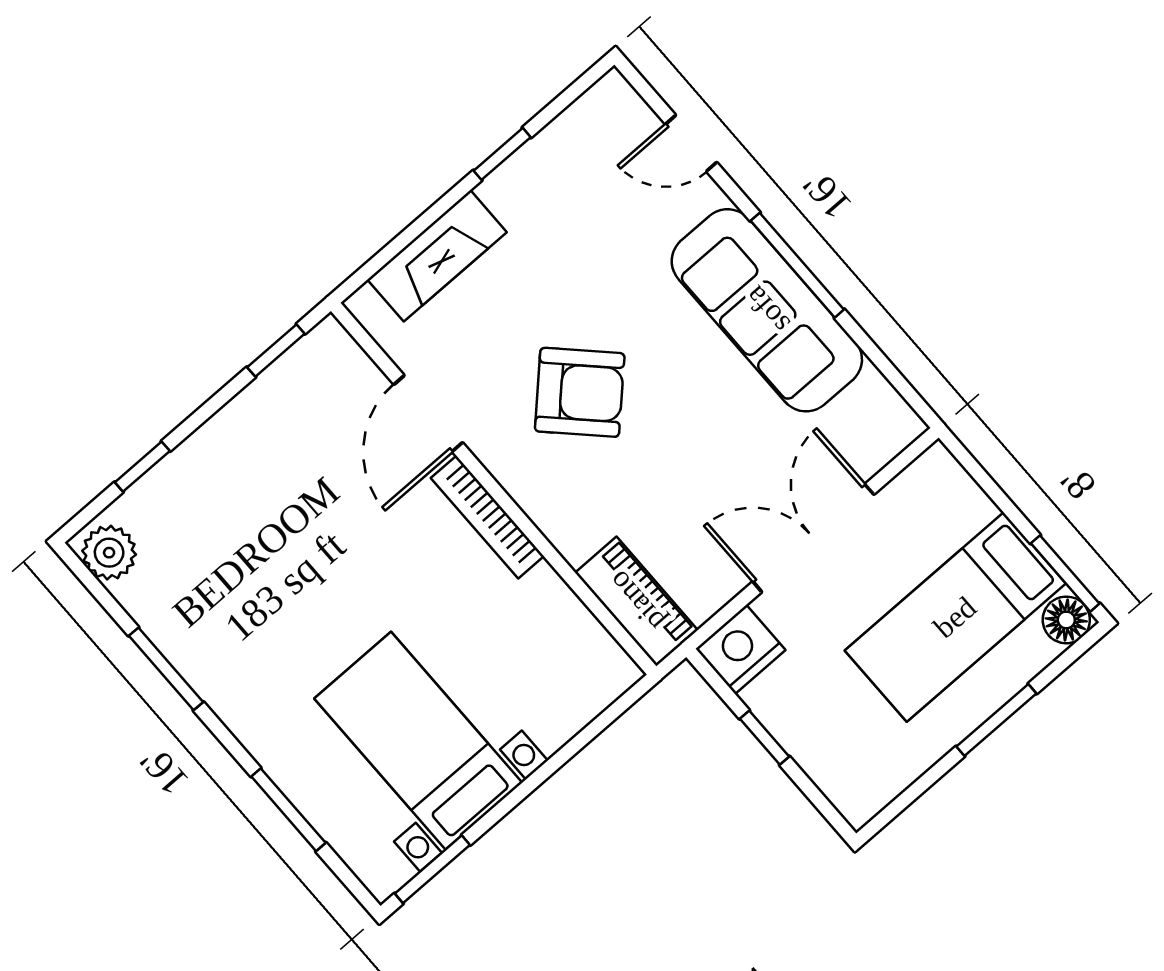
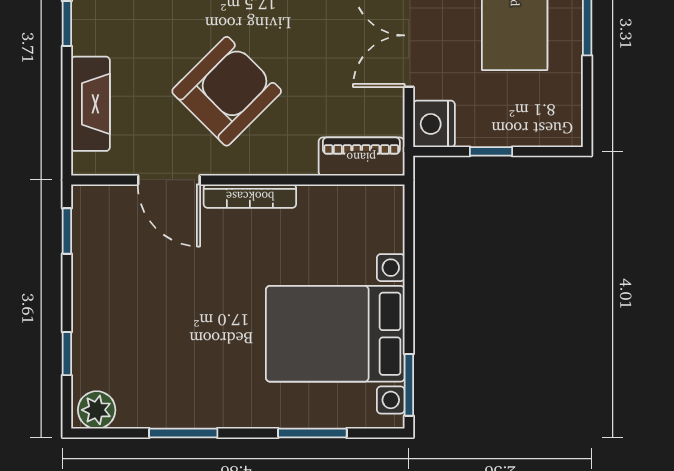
armchair: (580, 392) -> (227, 91), width x1.36, depth x1.36
bed with nightstands: (418, 741) -> (335, 334), width x1.36

